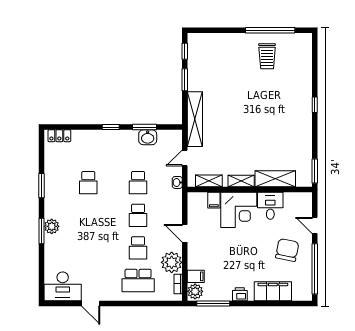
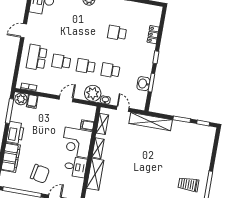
locker: (59, 136) -> (153, 35), moved
plant: (172, 262) -> (93, 93), moved
printer: (240, 294) -> (15, 133), width x1.87, depth x1.48
door: (91, 303) -> (24, 31), moved

